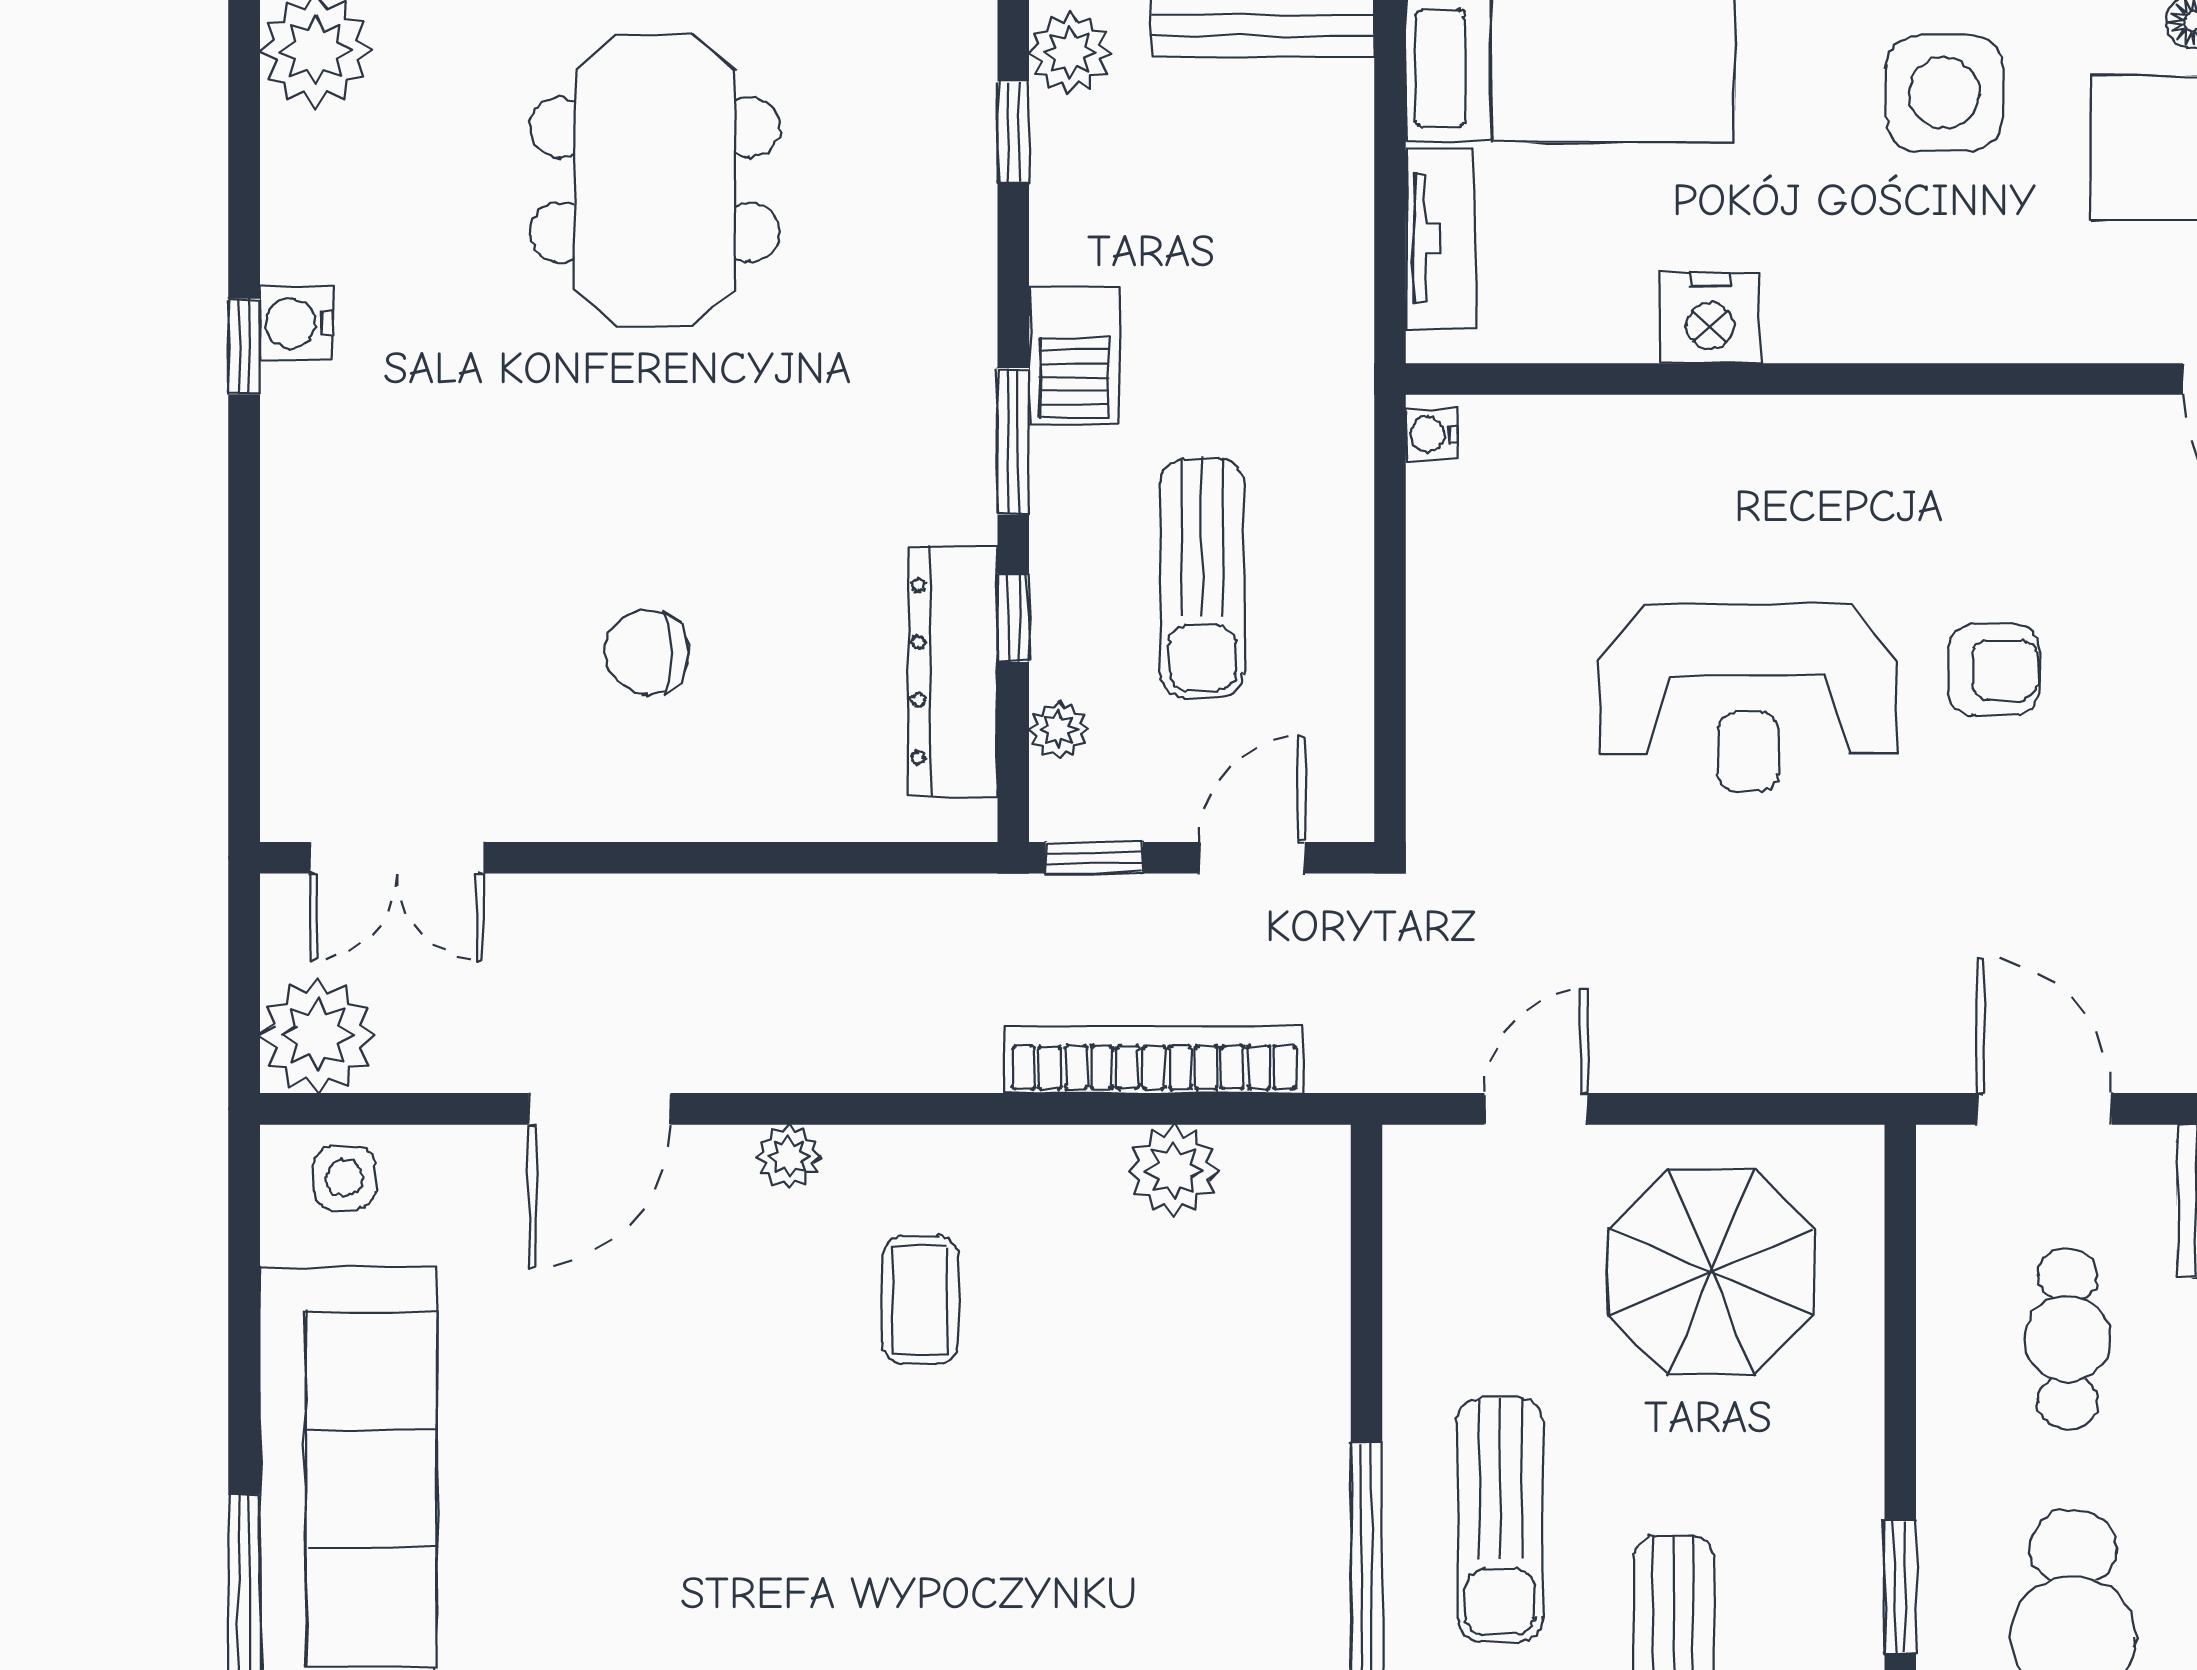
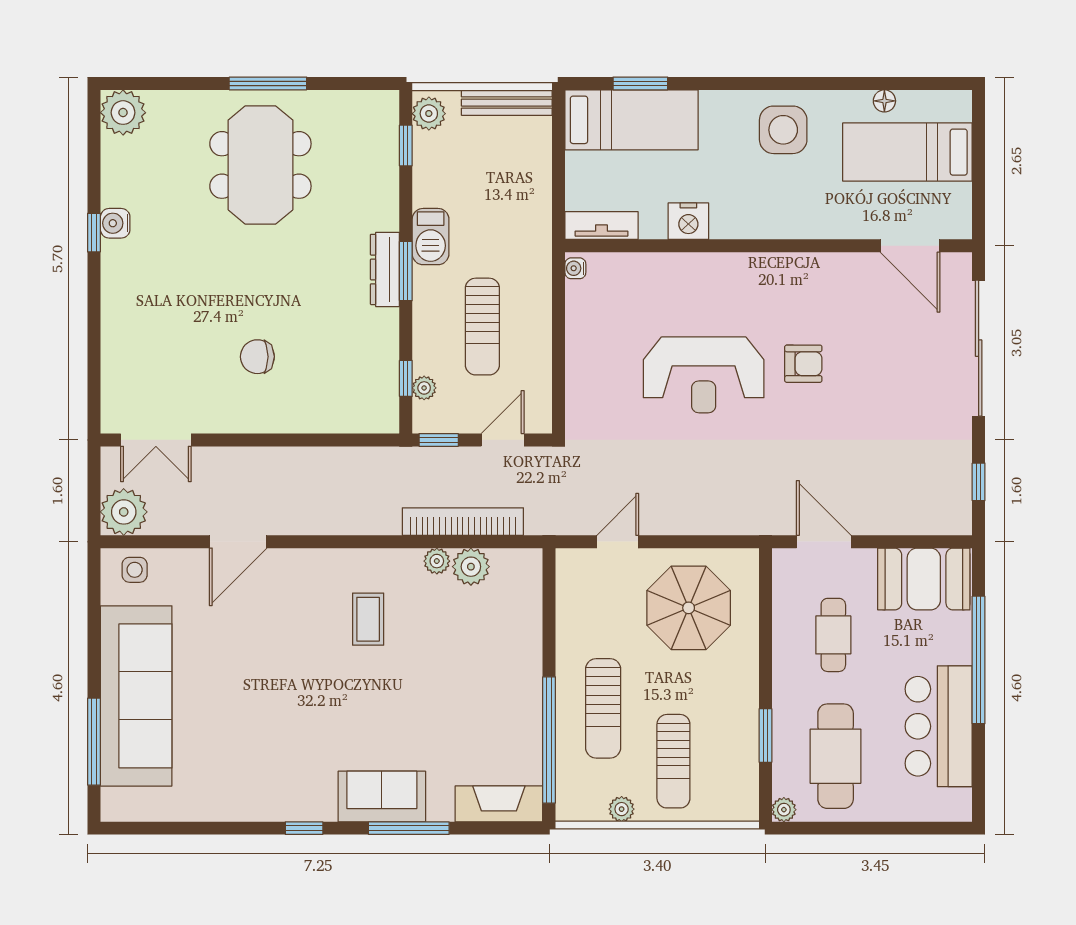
tv unit: (1440, 239) -> (601, 225), moved, turned -90
window: (1013, 618) -> (406, 378), moved
dresser: (953, 671) -> (385, 269), moved, width x0.73, depth x0.80
plant: (789, 1157) -> (437, 561), moved

